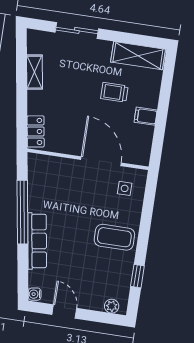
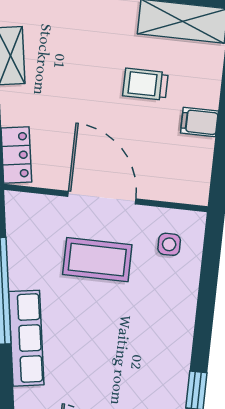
door: (101, 161) -> (102, 198), moved
coffee table: (114, 237) -> (97, 260), moved

